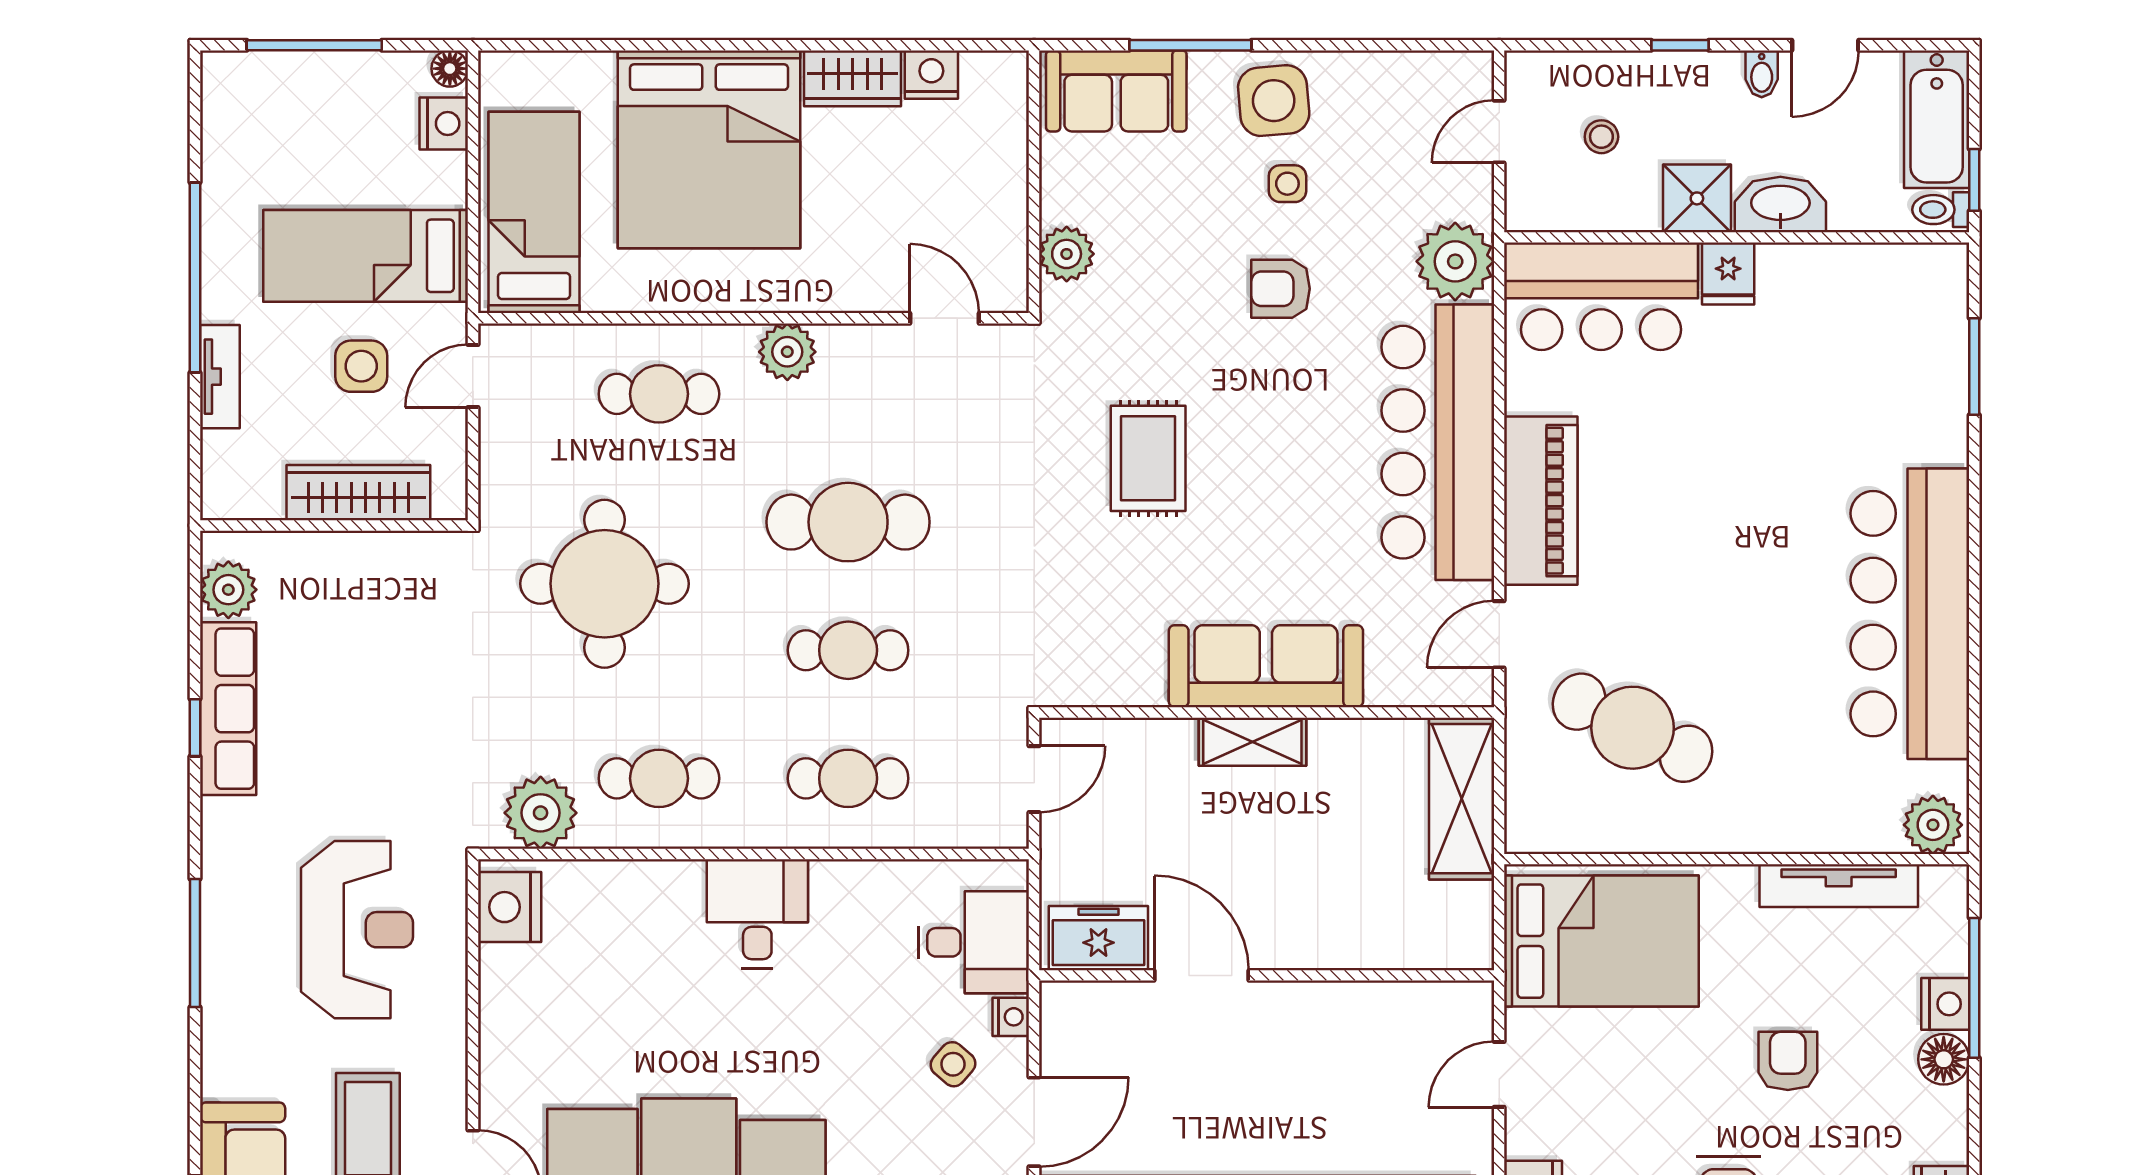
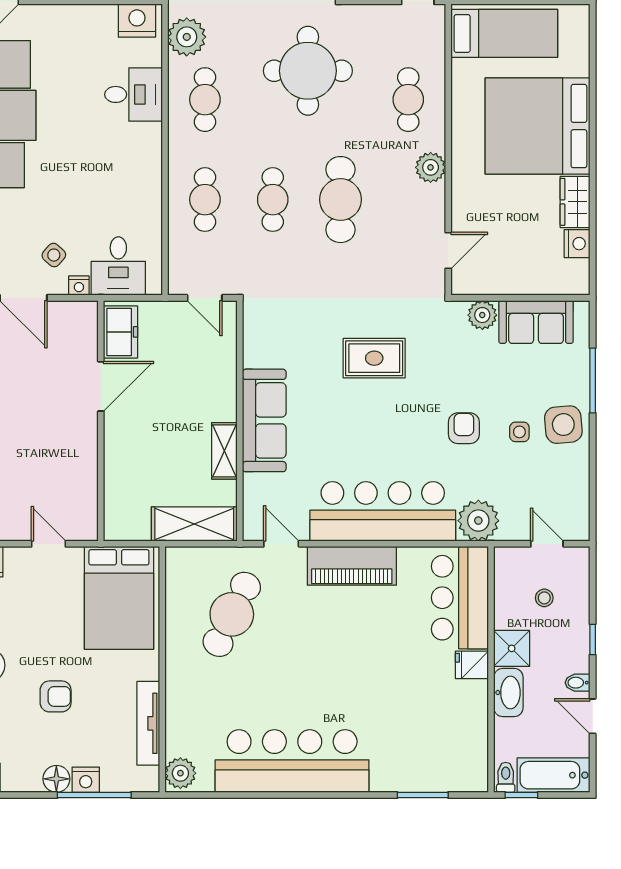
sofa: (1116, 91) -> (536, 322), moved, turned -90
shelving: (1252, 742) -> (224, 451), moved
desk: (757, 914) -> (133, 94), moved

